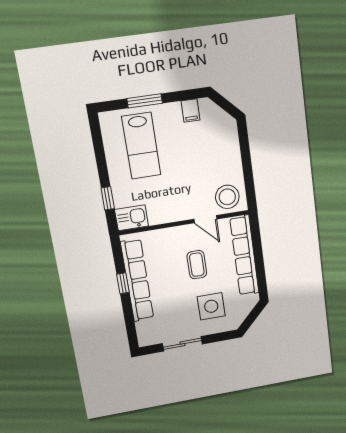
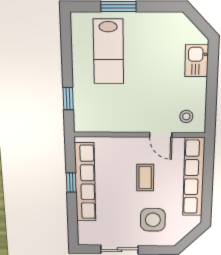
filing cabinet: (190, 110) -> (163, 23), removed
stool: (227, 197) -> (186, 116), width x0.53, depth x0.53
kitchen sink: (132, 218) -> (197, 61), moved, turned -90

